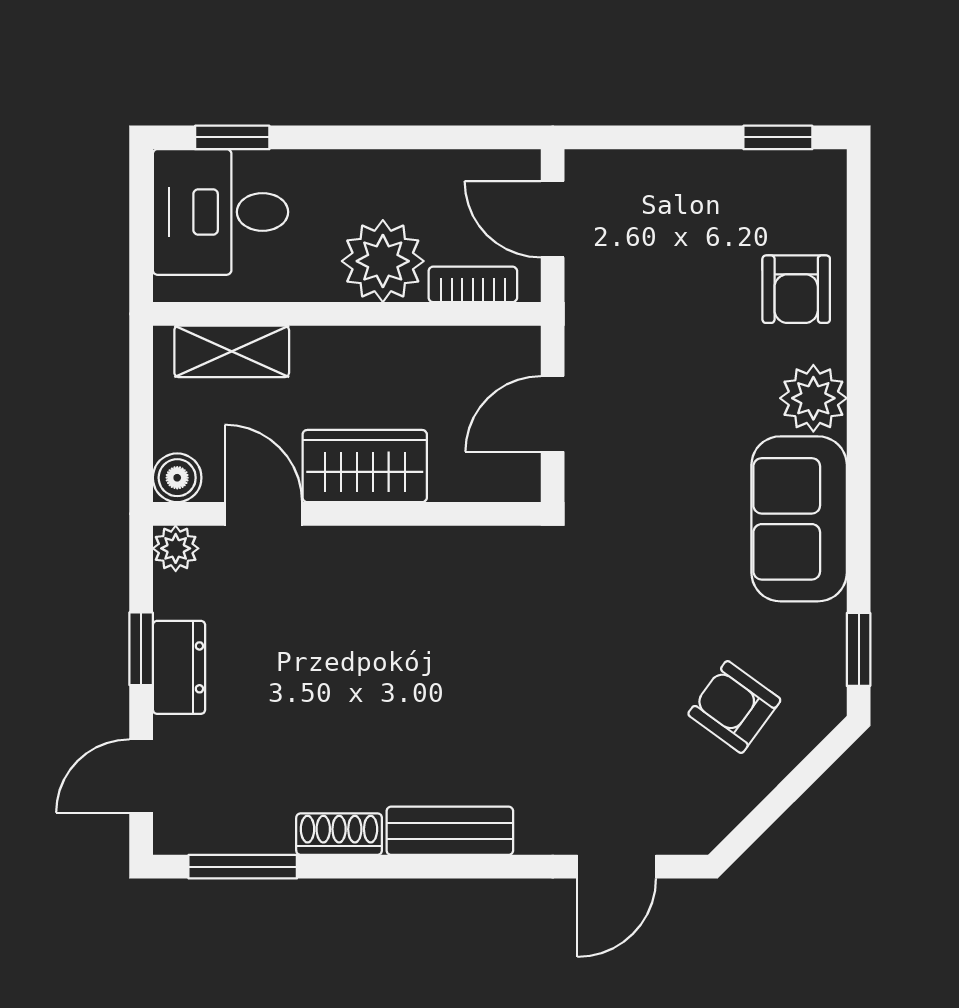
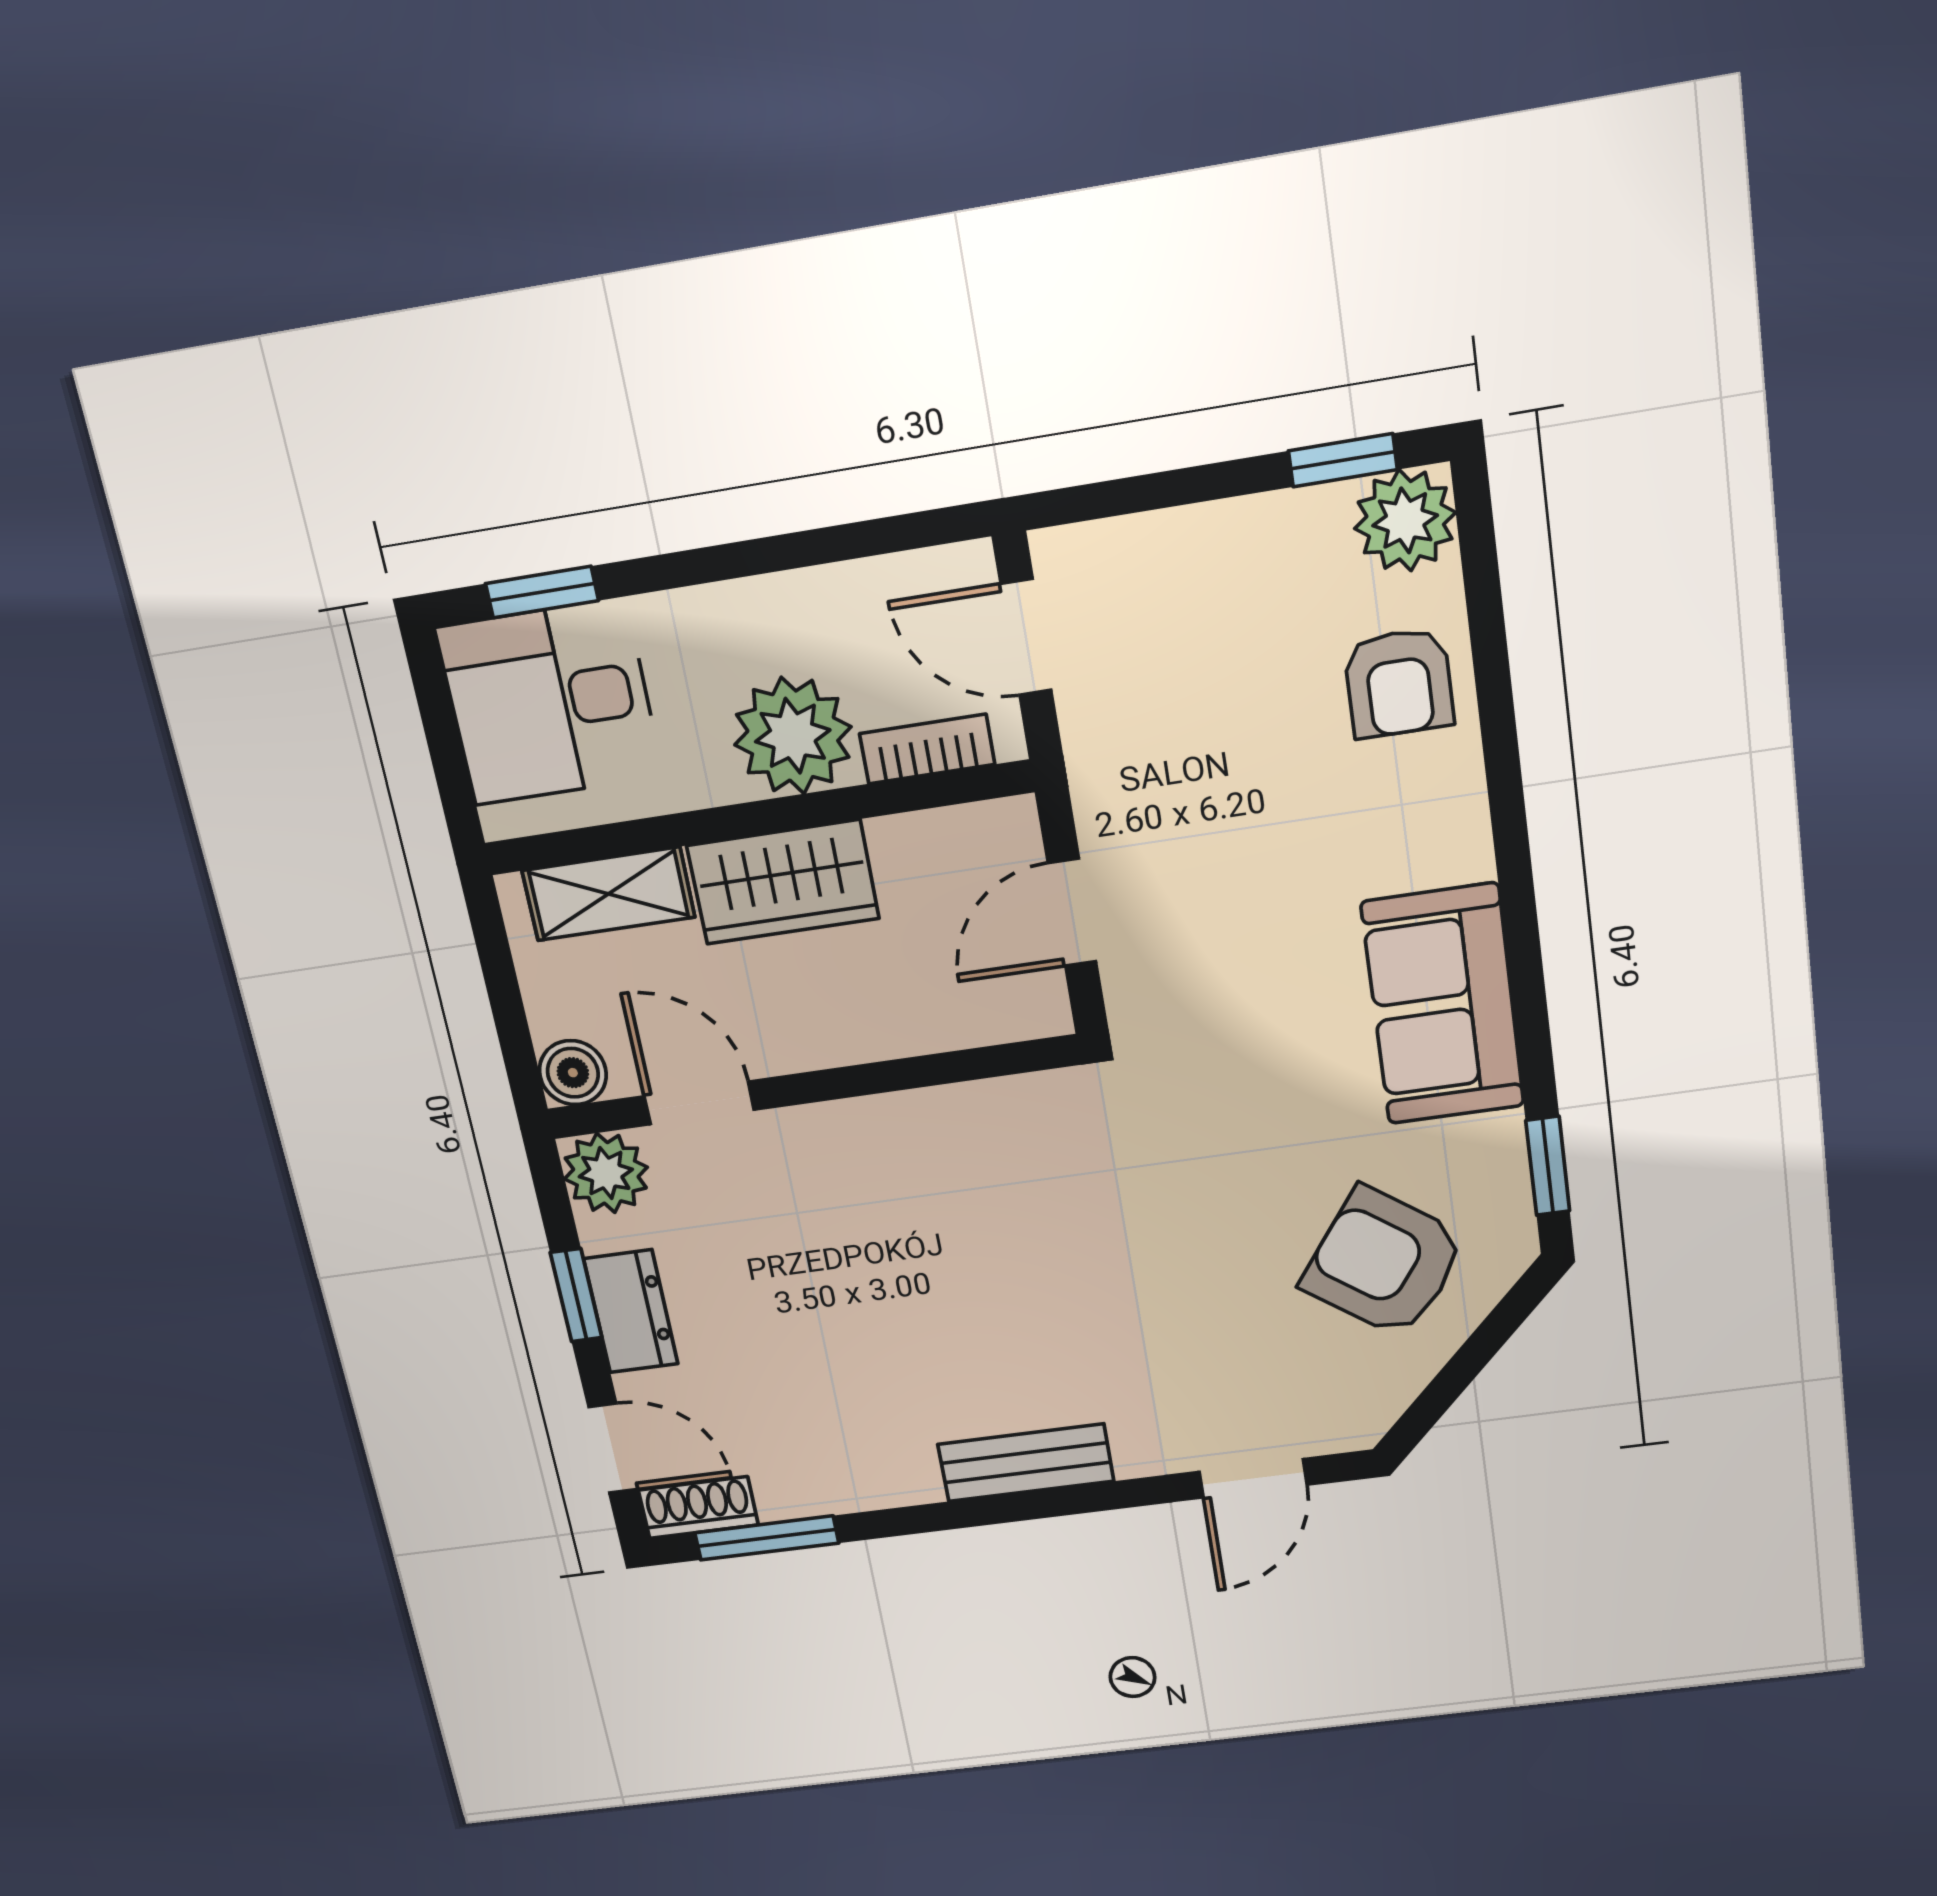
plant: (813, 398) -> (1405, 520), moved
wardrobe: (365, 466) -> (783, 882), moved, turned 180
plant: (176, 548) -> (606, 1173), width x1.38, depth x1.38
armchair: (734, 707) -> (1384, 1262), width x1.38, depth x1.38
door: (141, 776) -> (613, 1448), swing flipped
shoe rack: (339, 834) -> (698, 1508), moved

